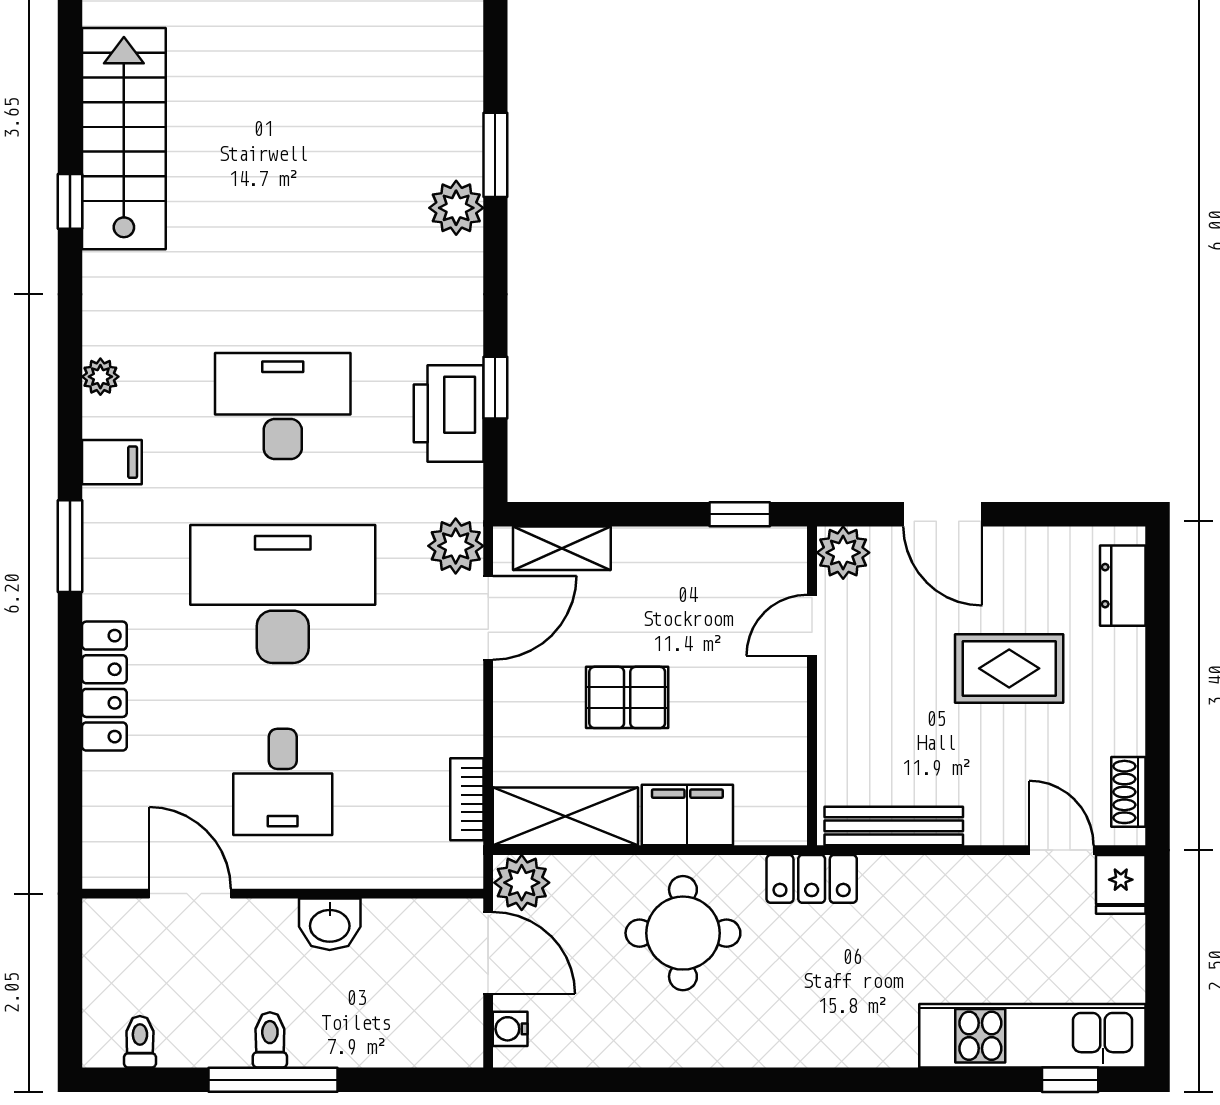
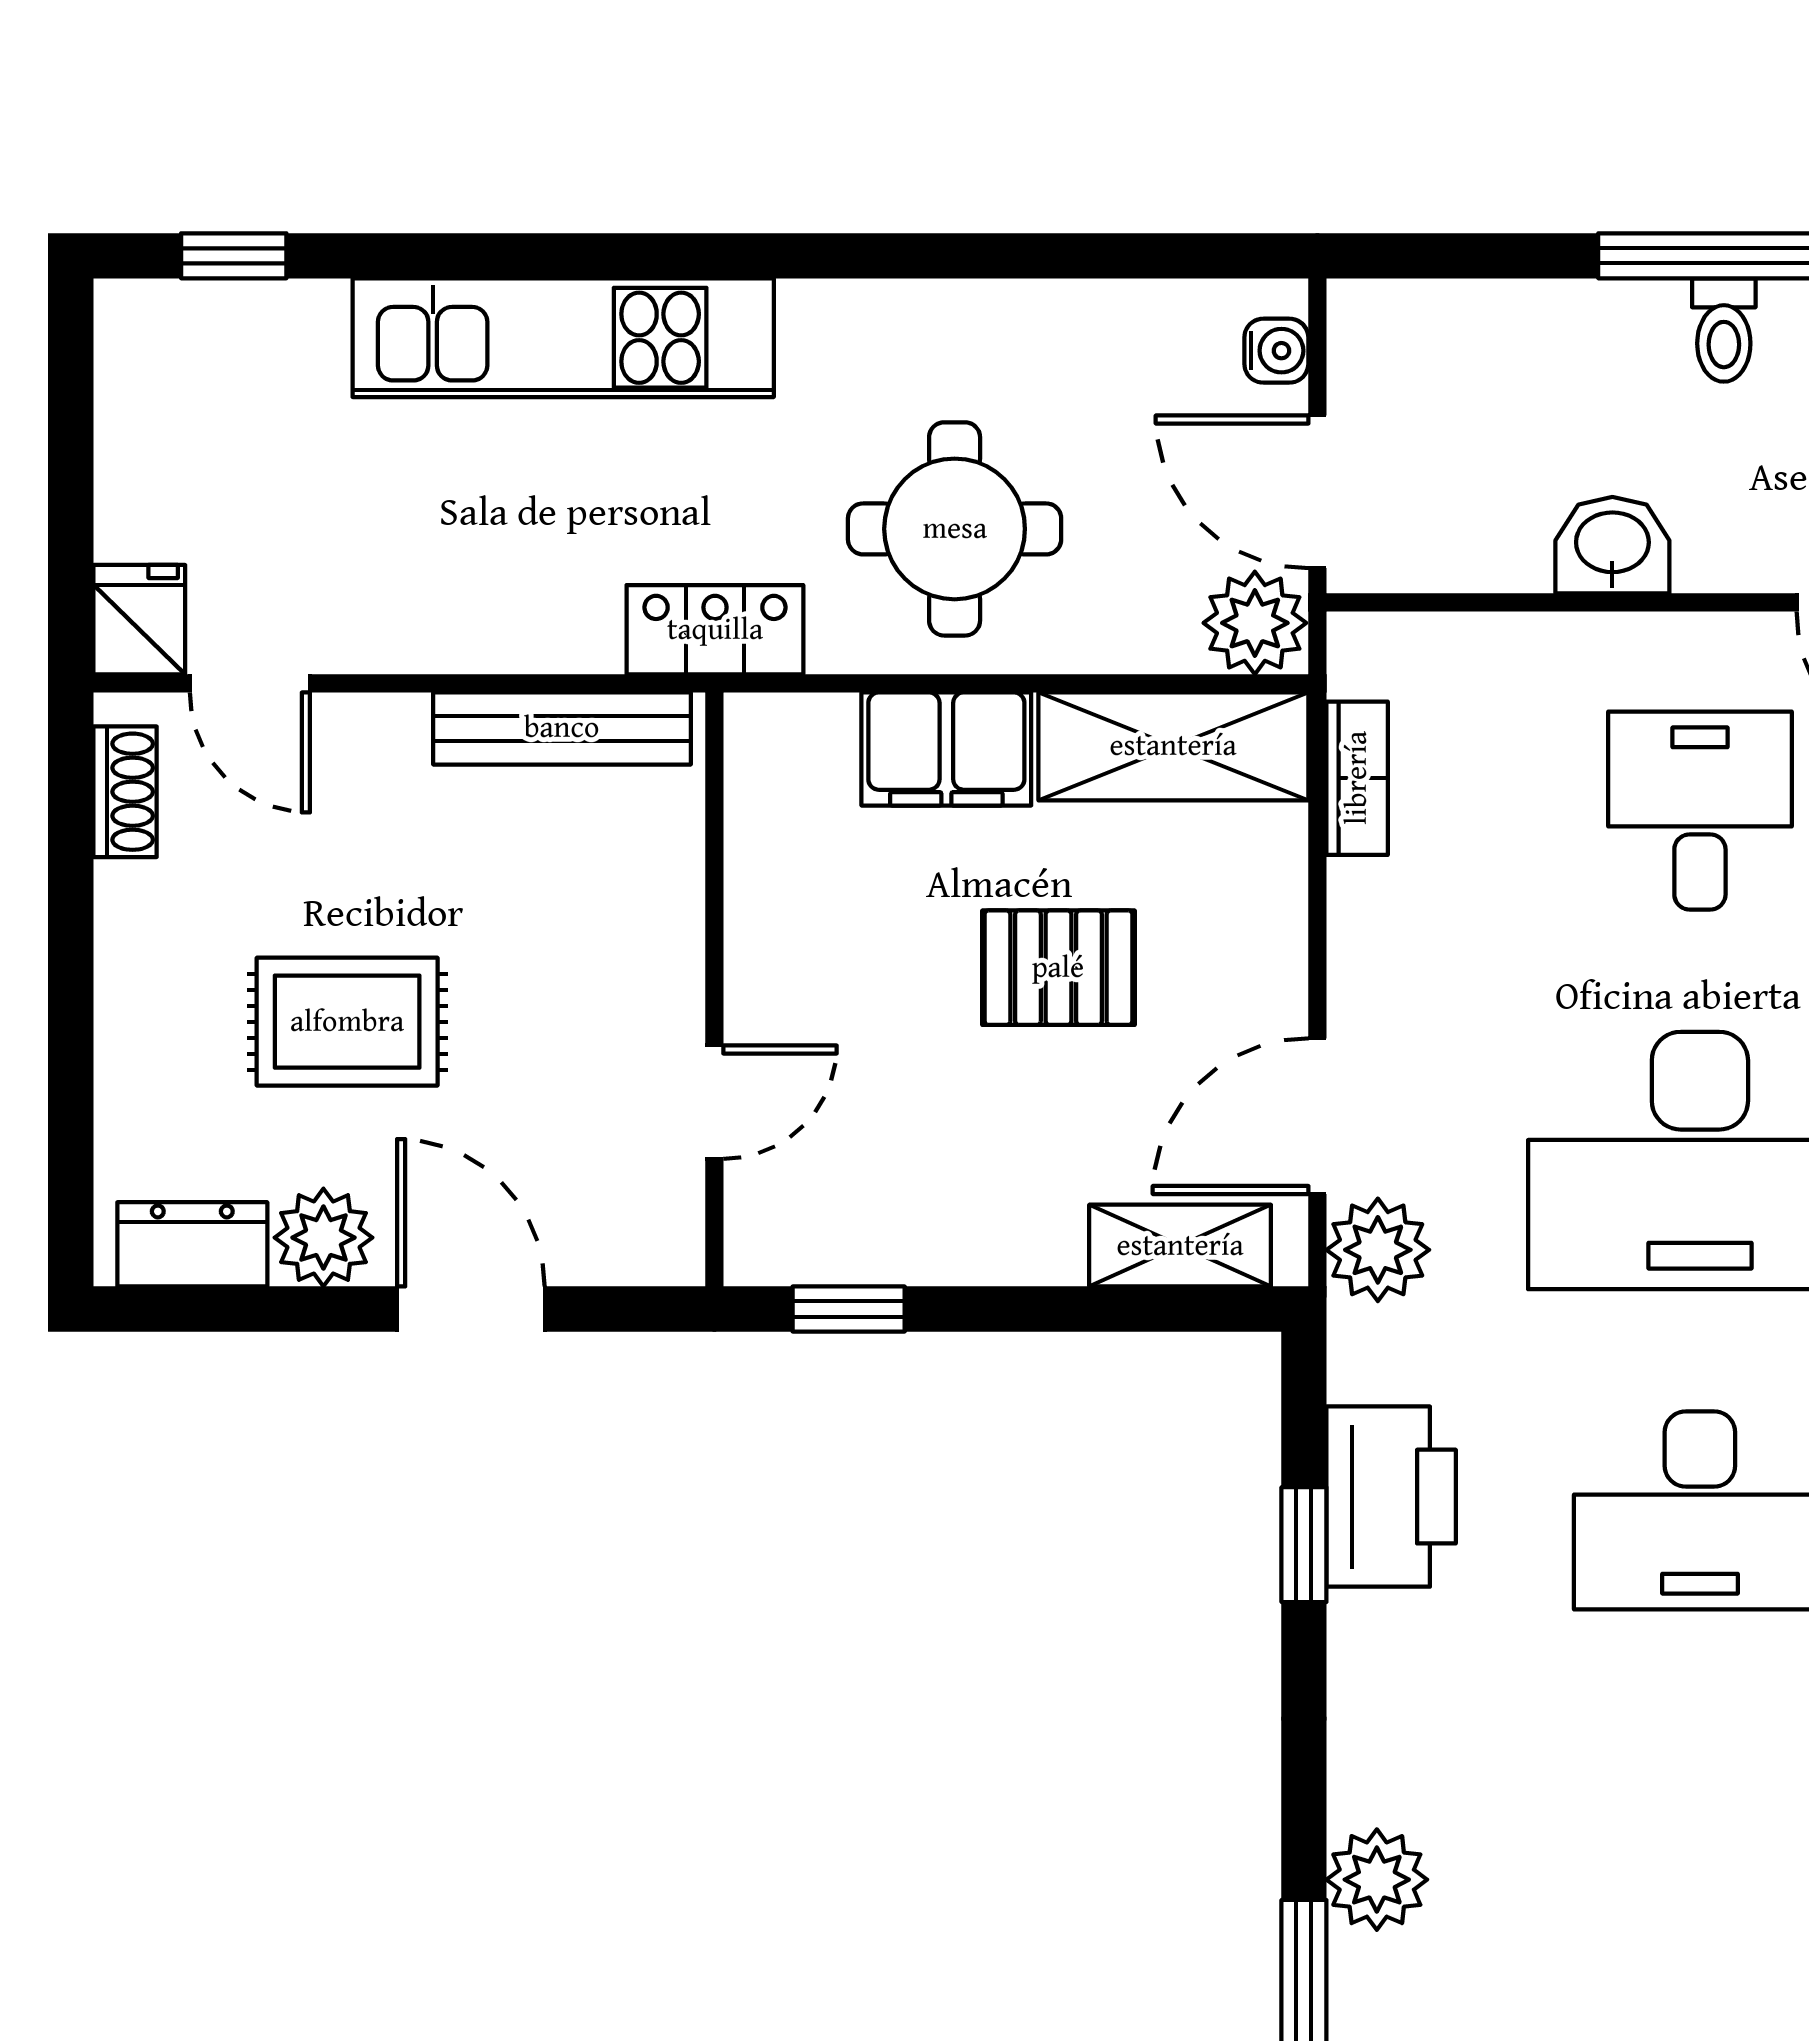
plant: (843, 553) -> (323, 1238), moved
dresser: (1123, 586) -> (192, 1244), moved, turned -90
kitchen unit: (1032, 1036) -> (563, 338), moved

